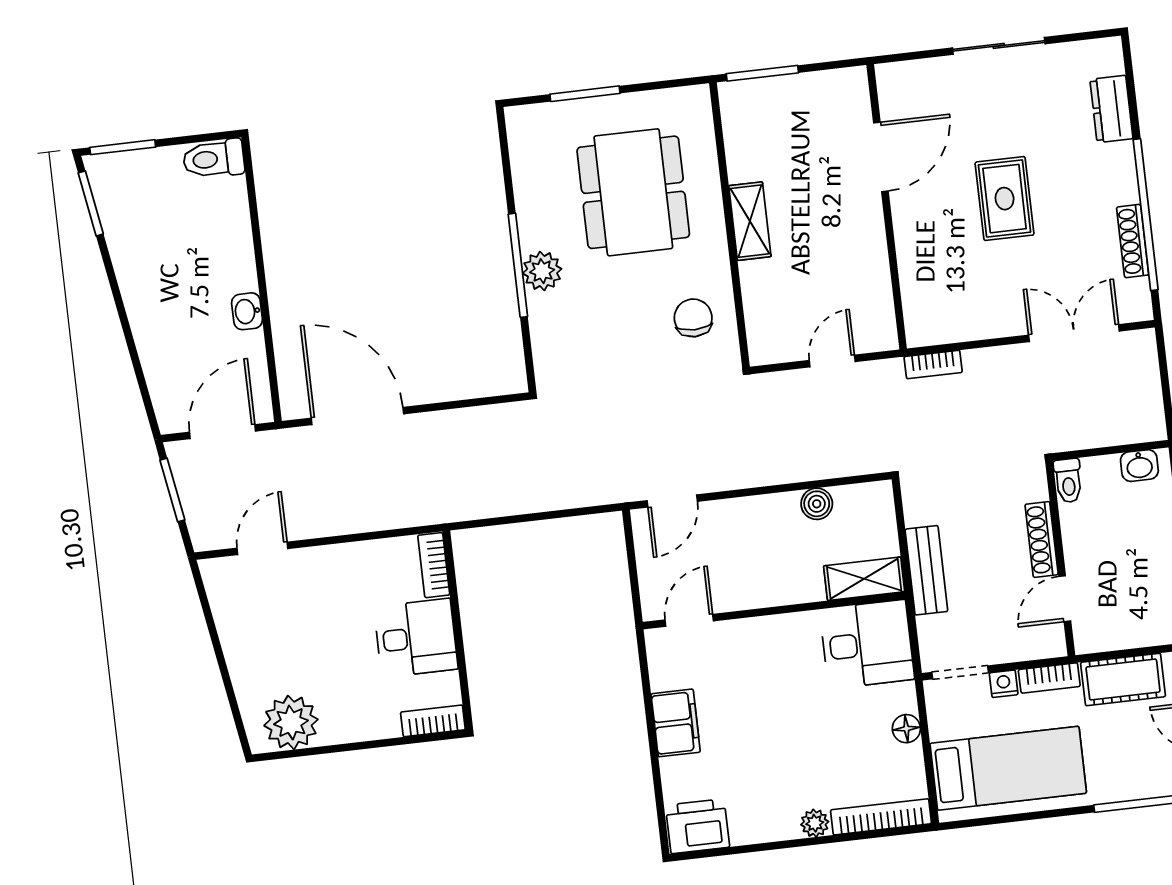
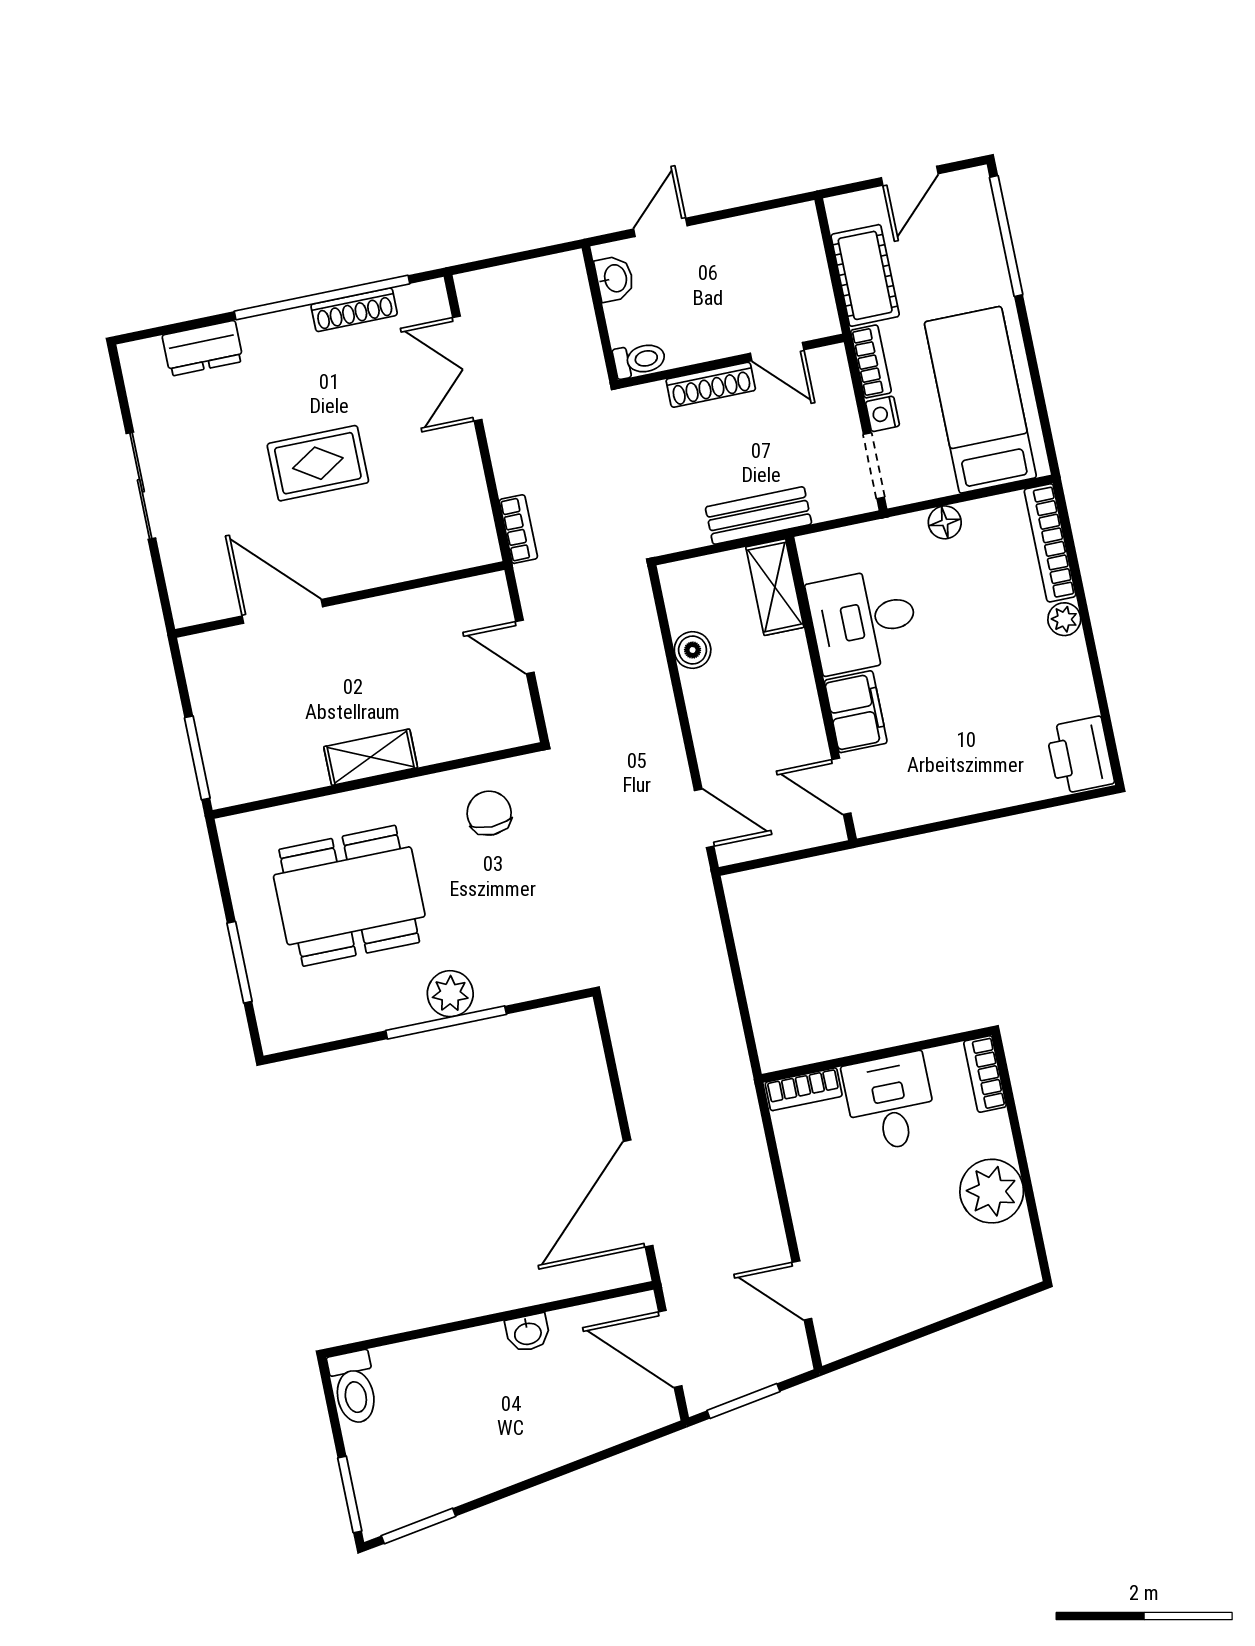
chair: (693, 318) -> (489, 813), turned 90
desk: (867, 644) -> (863, 621), moved, turned -90
plant: (291, 722) -> (992, 1191), moved
filing cabinet: (676, 723) -> (856, 712), moved, turned 90

